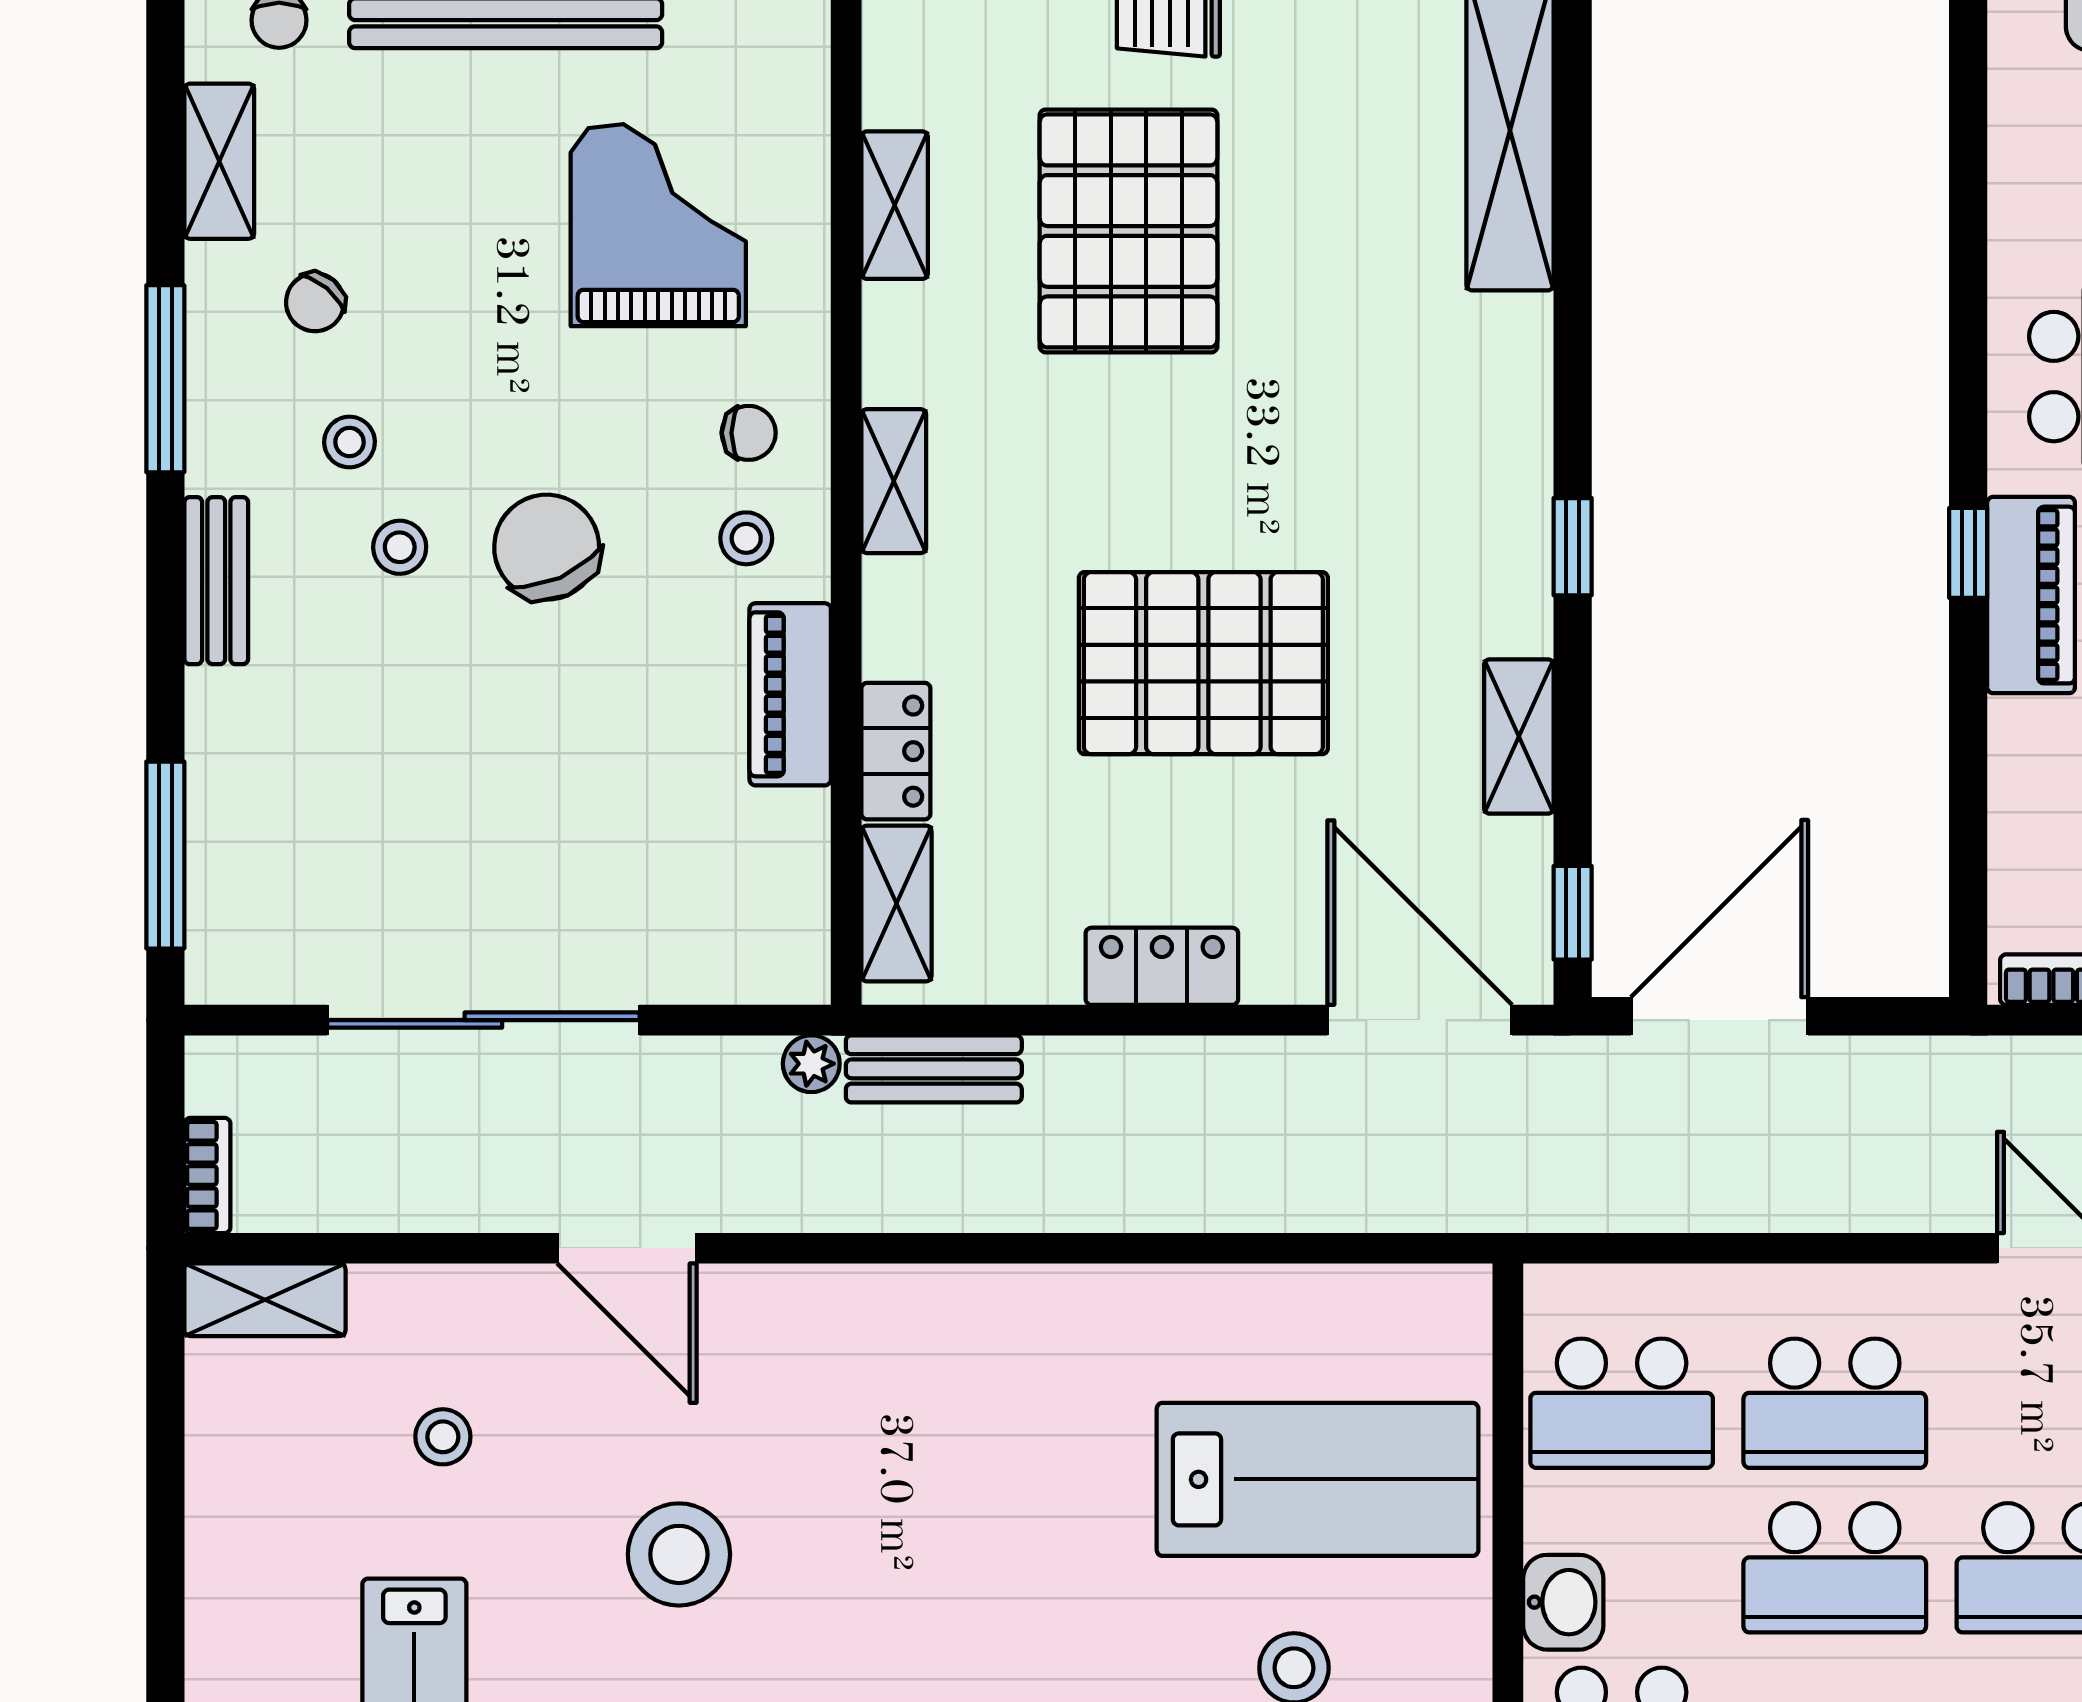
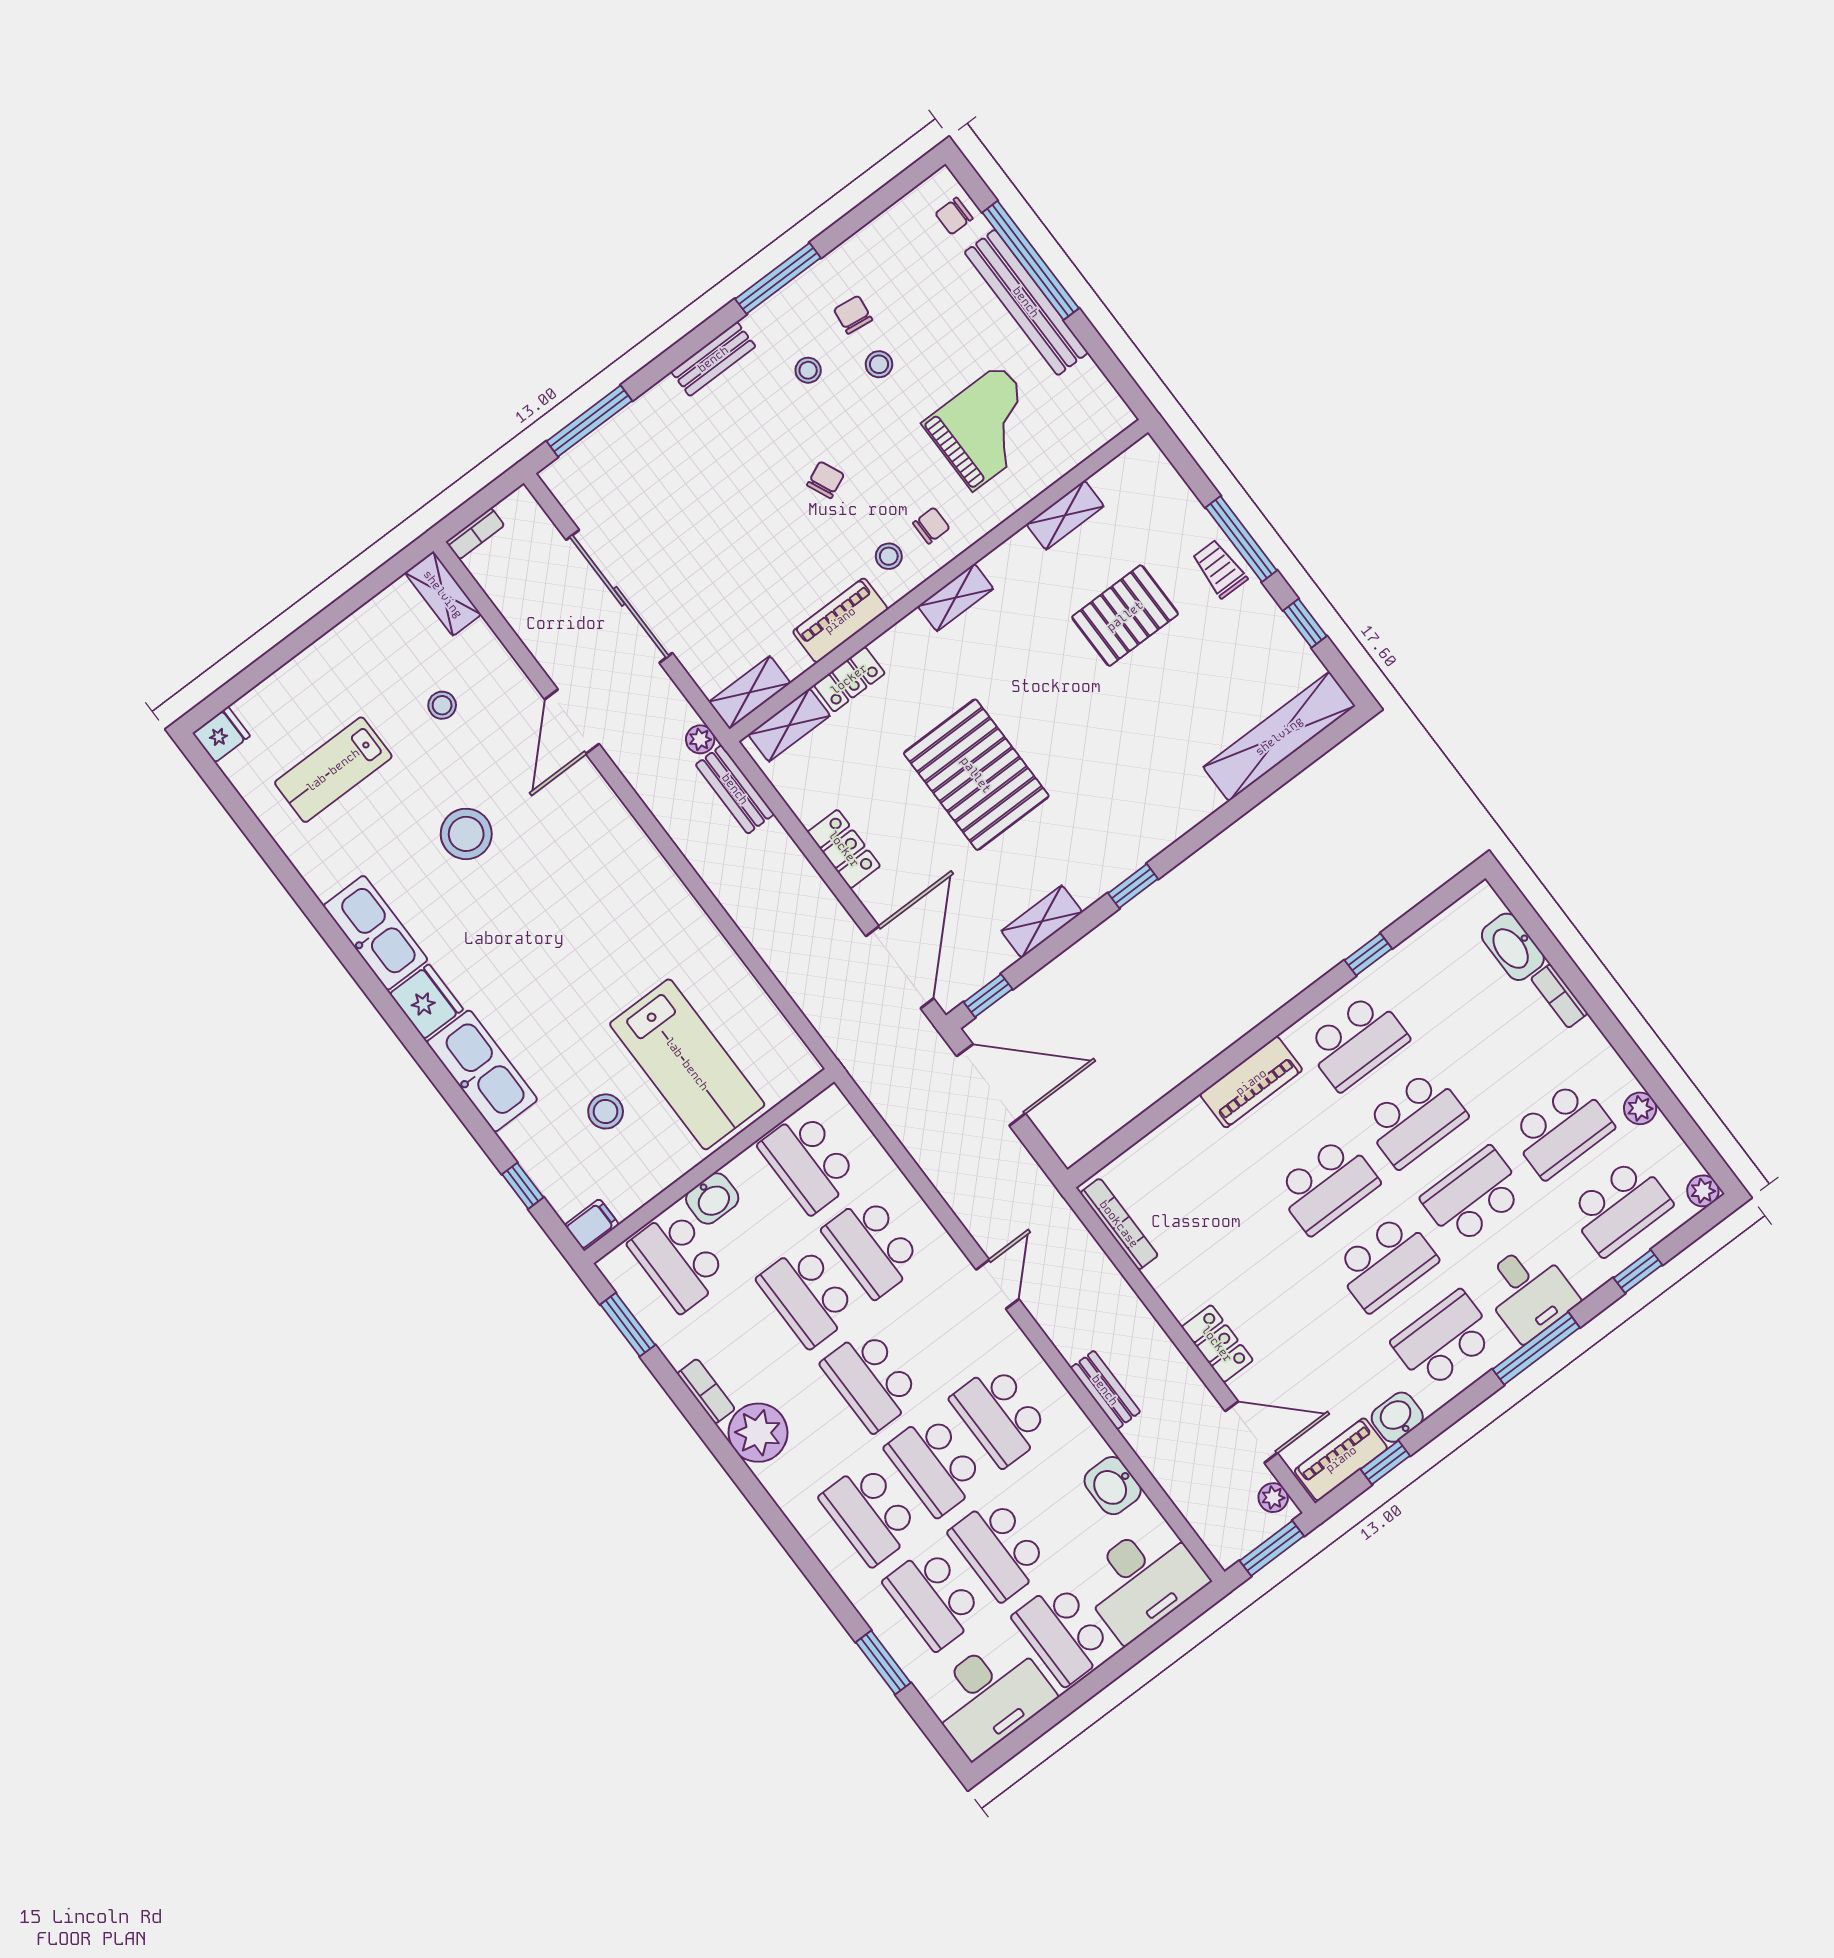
shelving: (219, 161) -> (750, 692), moved
pallet: (1129, 231) -> (1125, 616), width x0.73, depth x0.71
chair: (315, 302) -> (853, 315), turned 57
chair: (749, 433) -> (931, 526), turned -90
stool: (400, 547) -> (879, 364), moved
chair: (547, 547) -> (826, 480), width x0.54, depth x0.54
window: (1968, 553) -> (1368, 954), moved

